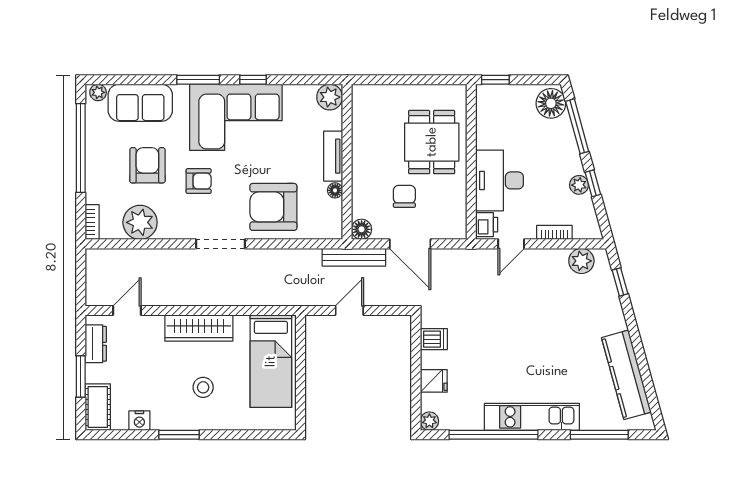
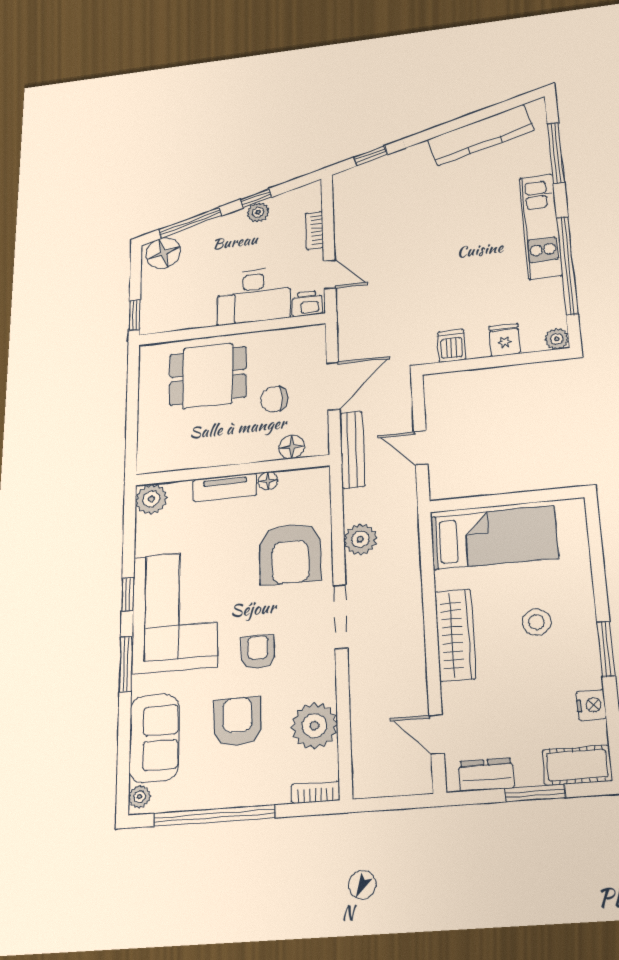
armchair: (147, 165) -> (237, 722), turned 90
floor lamp: (362, 229) -> (292, 447), moved
plant: (581, 261) -> (360, 539), moved

